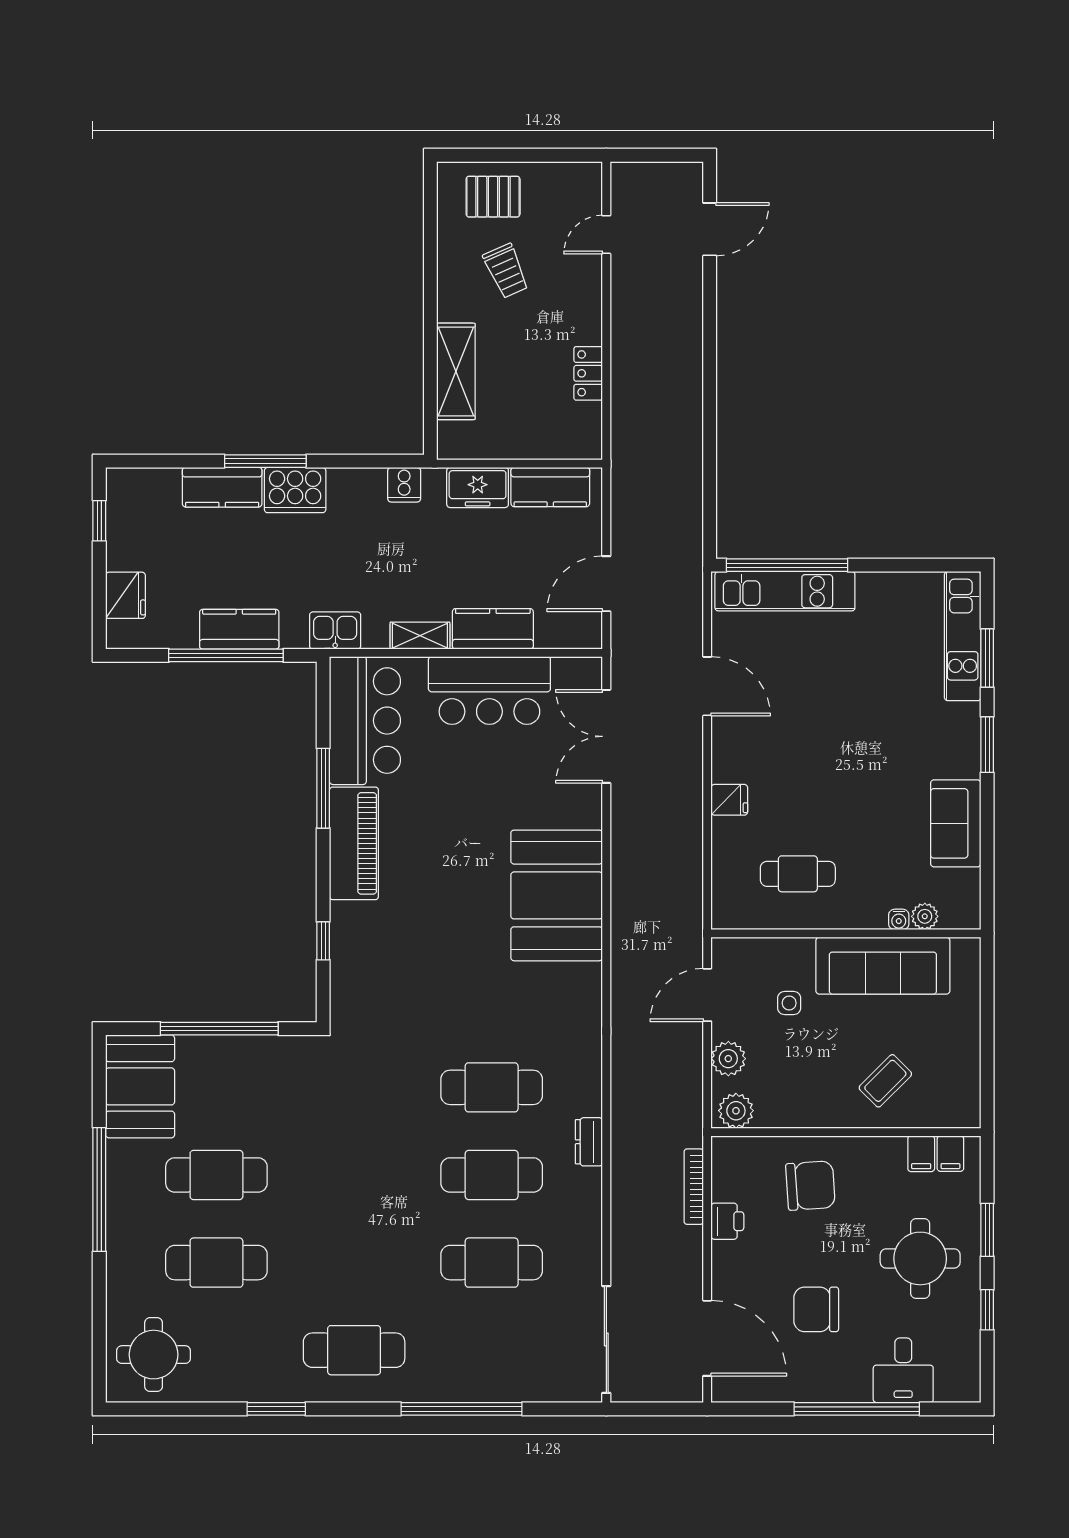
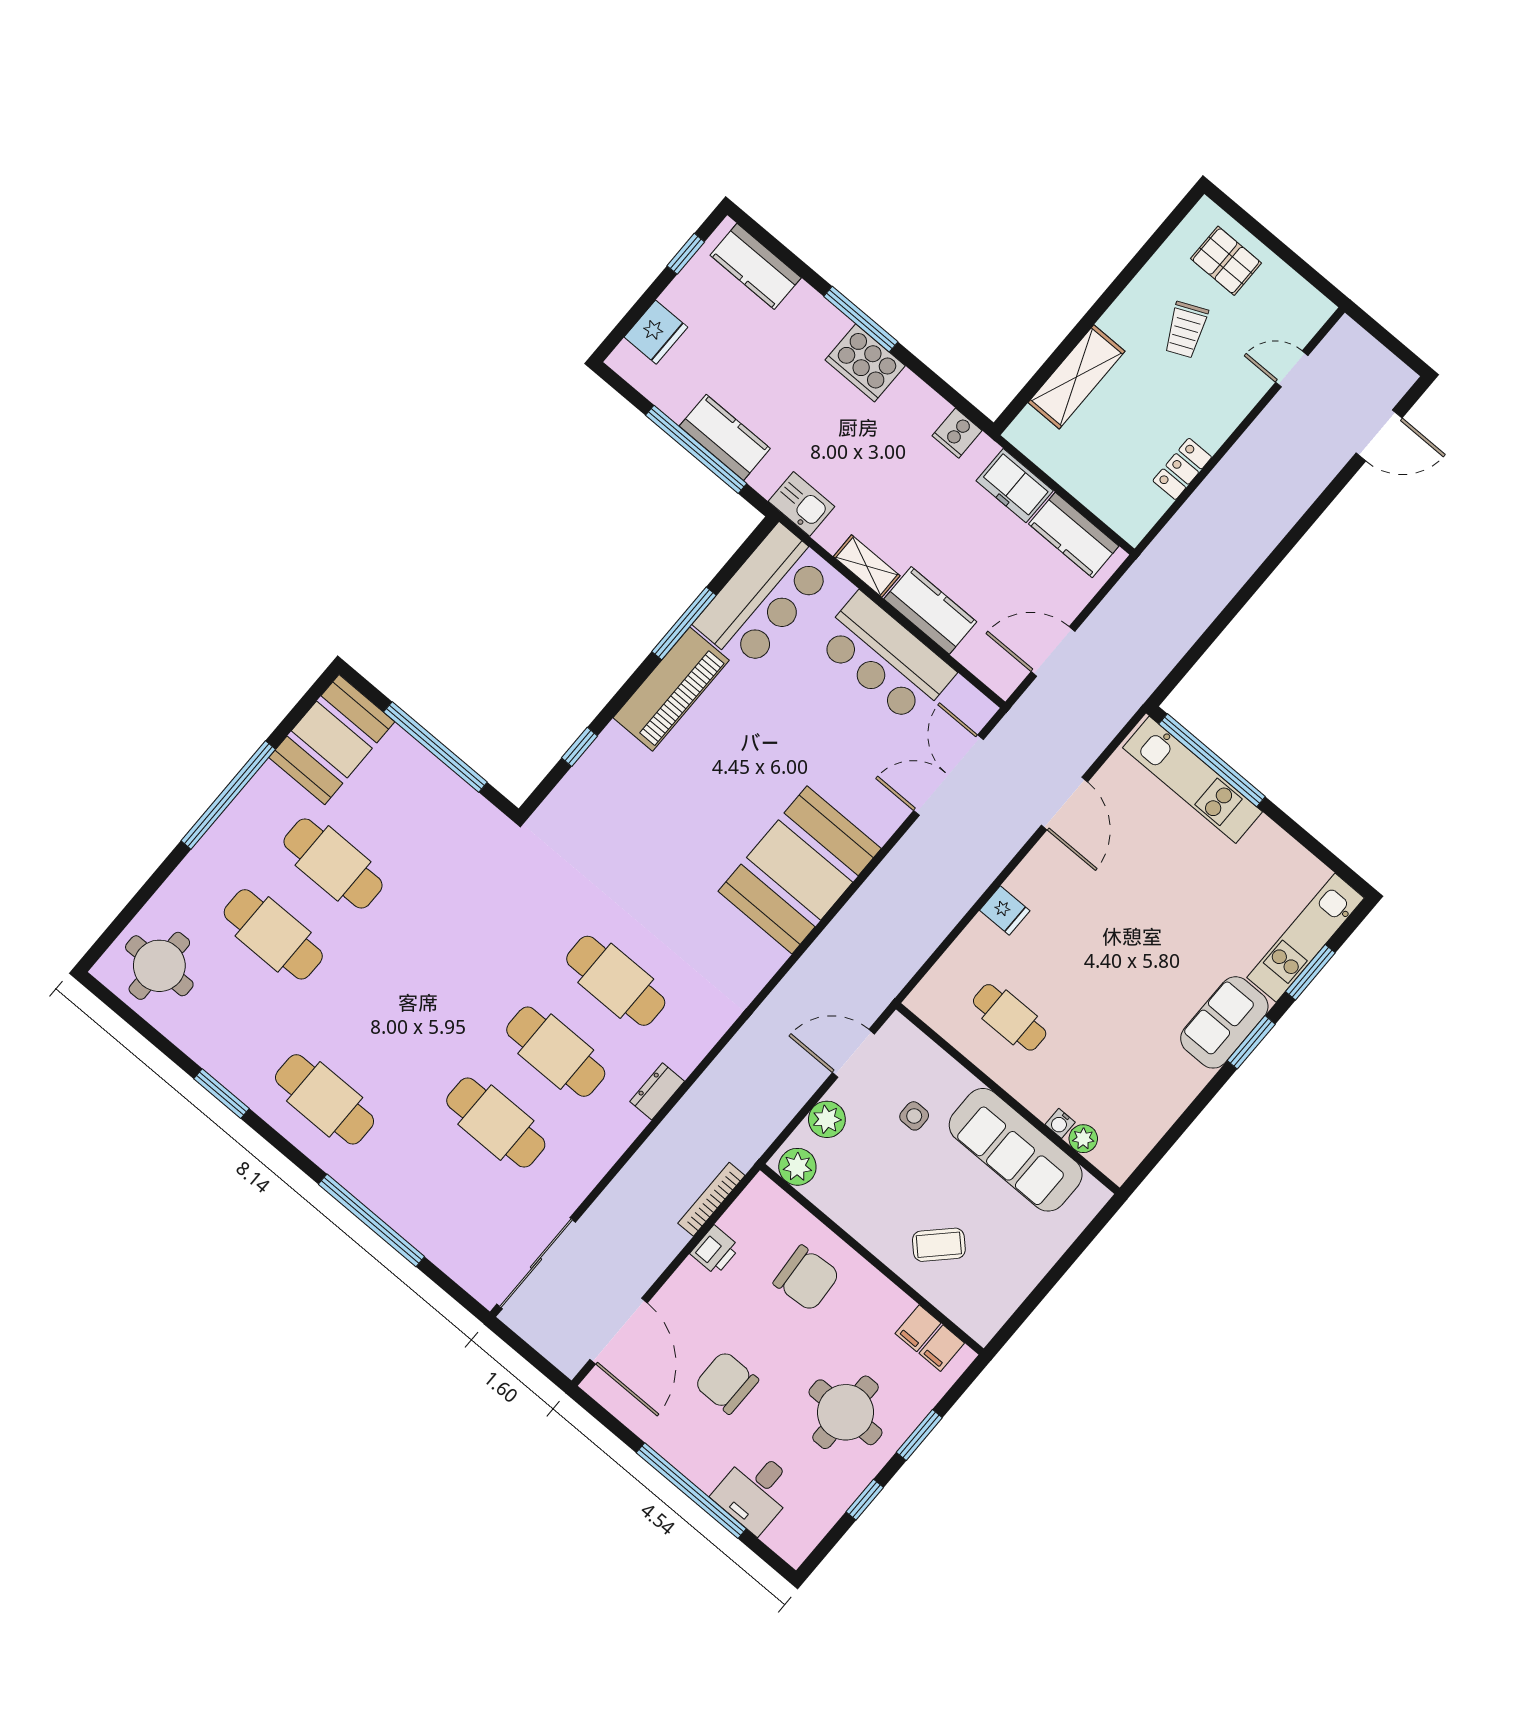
kitchen counter: (222, 487) -> (756, 266), moved
sofa: (956, 823) -> (1224, 1022), moved

